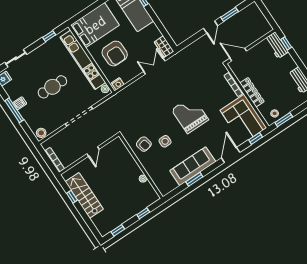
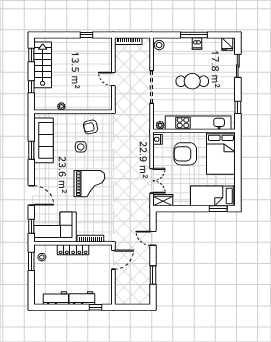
door: (211, 27) -> (153, 238), moved
workbench: (277, 45) -> (82, 298), moved
cafe table: (52, 87) -> (192, 81), turned 90
sofa: (193, 166) -> (43, 140), moved
stairs: (84, 195) -> (43, 65), moved, turned -90

